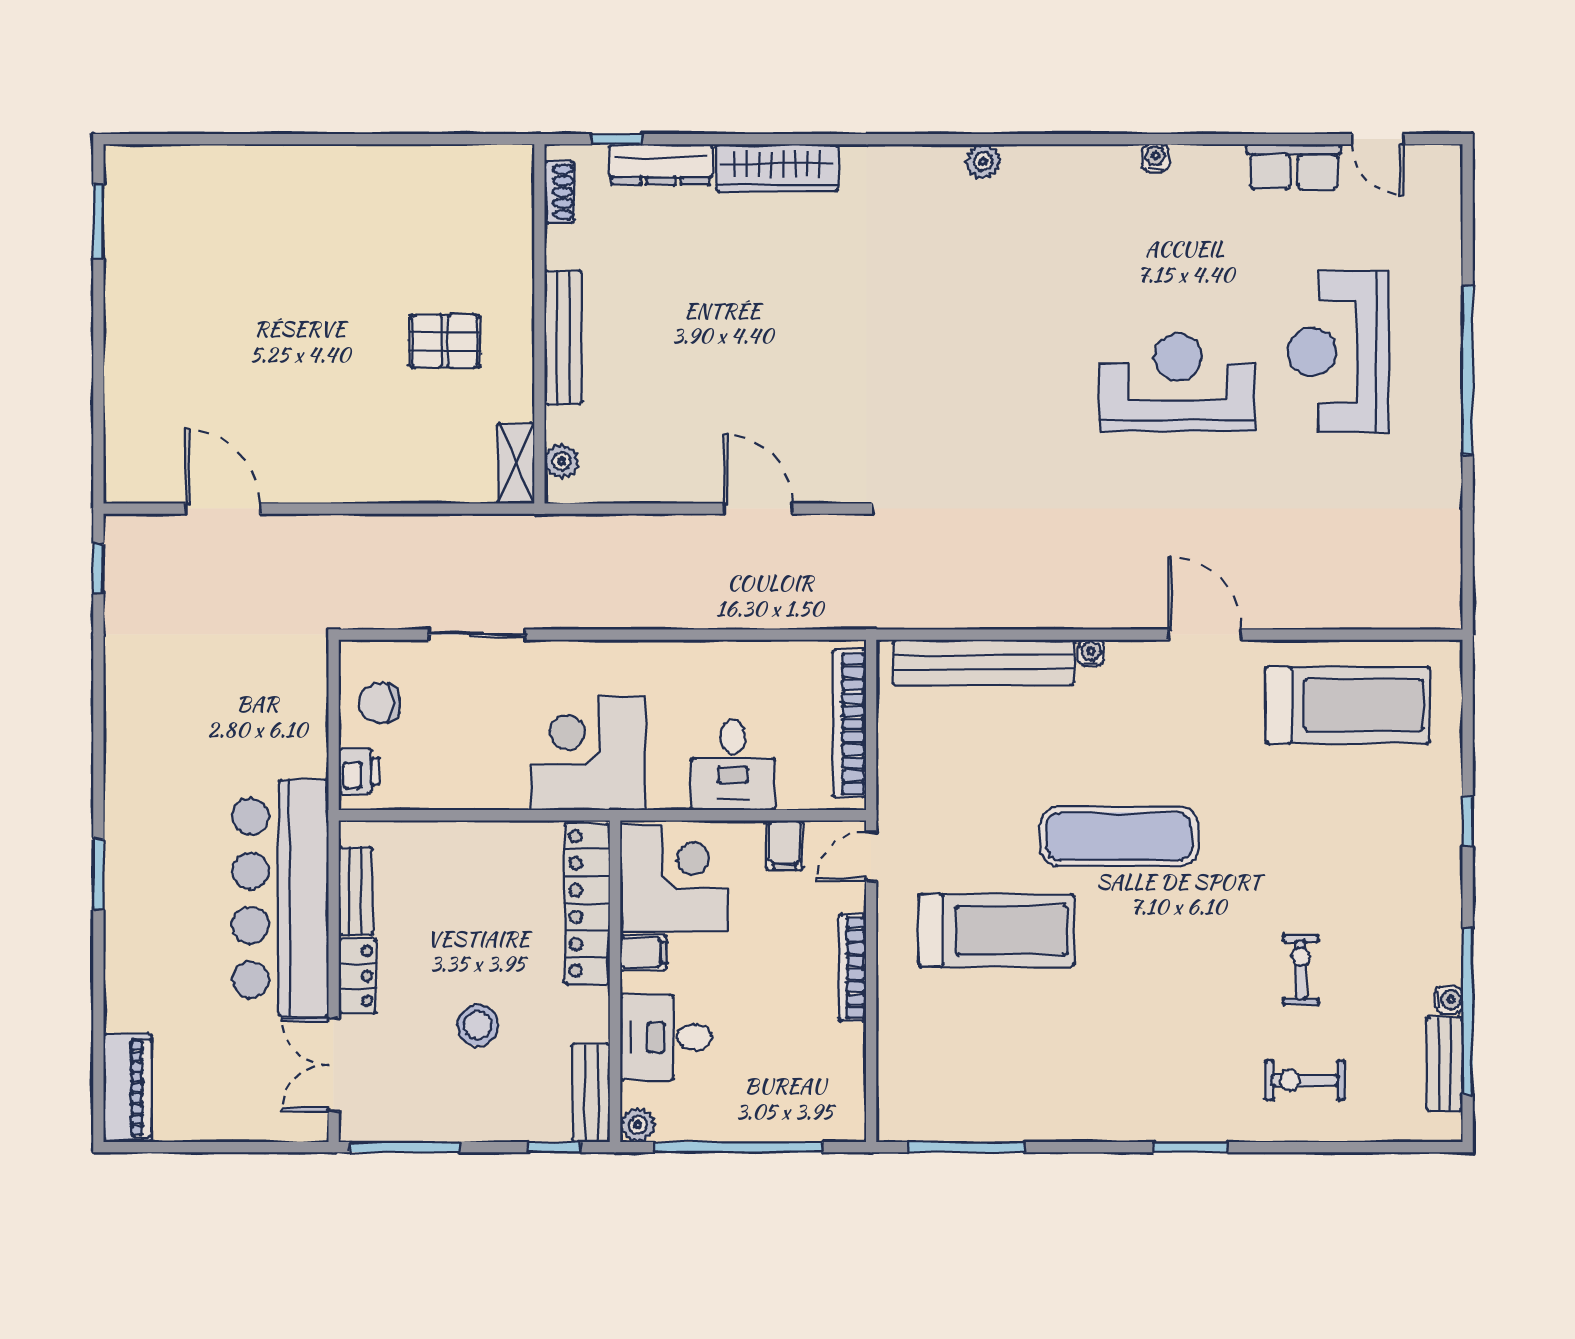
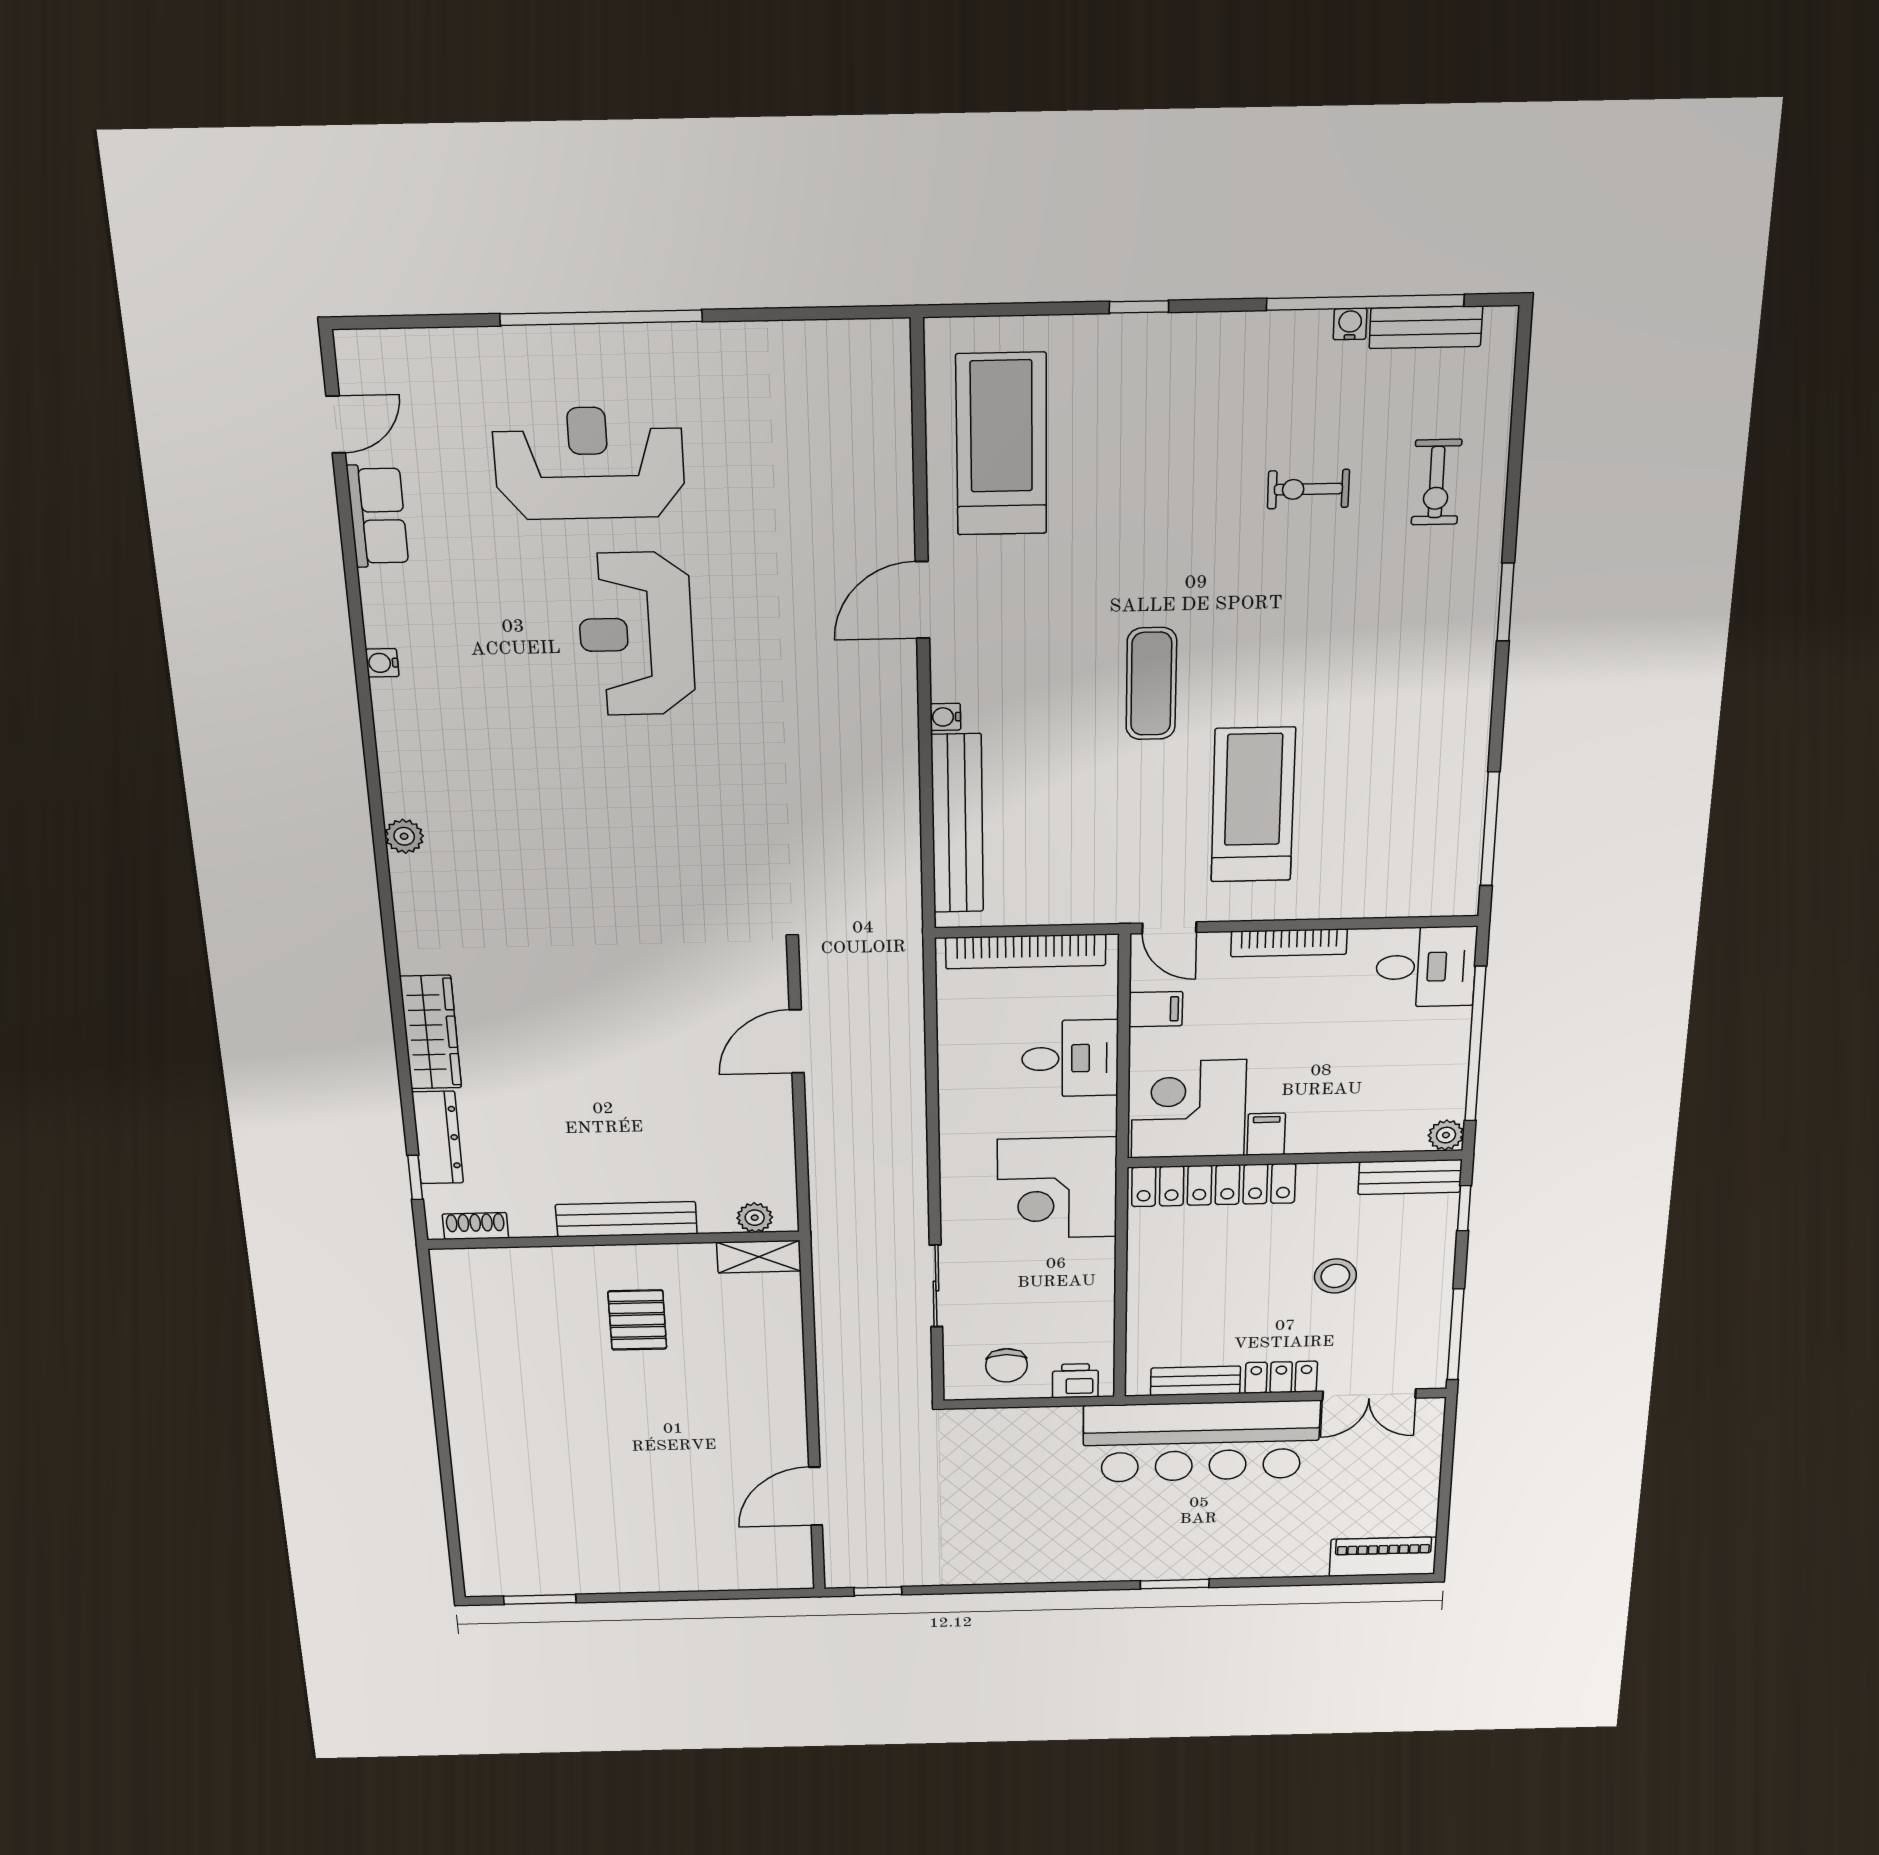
reception desk: (1338, 352) -> (589, 463), turned 180
exercise mat: (1119, 836) -> (1151, 684), width x0.73, depth x0.69
desk: (666, 1037) -> (1426, 967), moved, turned -90

